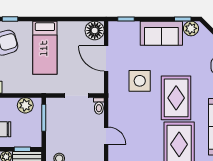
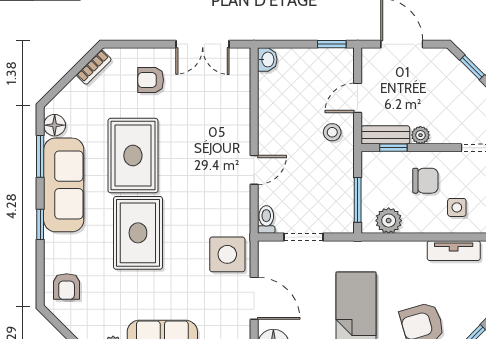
side table: (140, 81) -> (227, 254), moved
door: (106, 136) -> (254, 170), swing flipped

